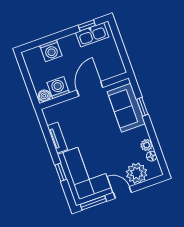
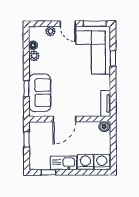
kitchen sink: (92, 35) -> (64, 163), moved
window: (123, 52) -> (27, 139), added
washing machine: (58, 88) -> (102, 162), moved, turned 180
tv unit: (57, 138) -> (106, 103), moved
plant: (137, 173) -> (50, 31), width x0.53, depth x0.53

